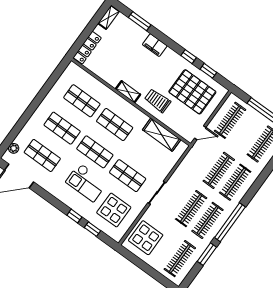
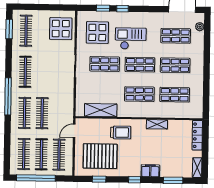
window: (189, 57) -> (135, 180), moved
shelving: (128, 92) -> (157, 124), moved
clothes rail: (191, 209) -> (41, 154), moved
window: (230, 222) -> (8, 96), moved
window: (207, 254) -> (9, 29), moved

